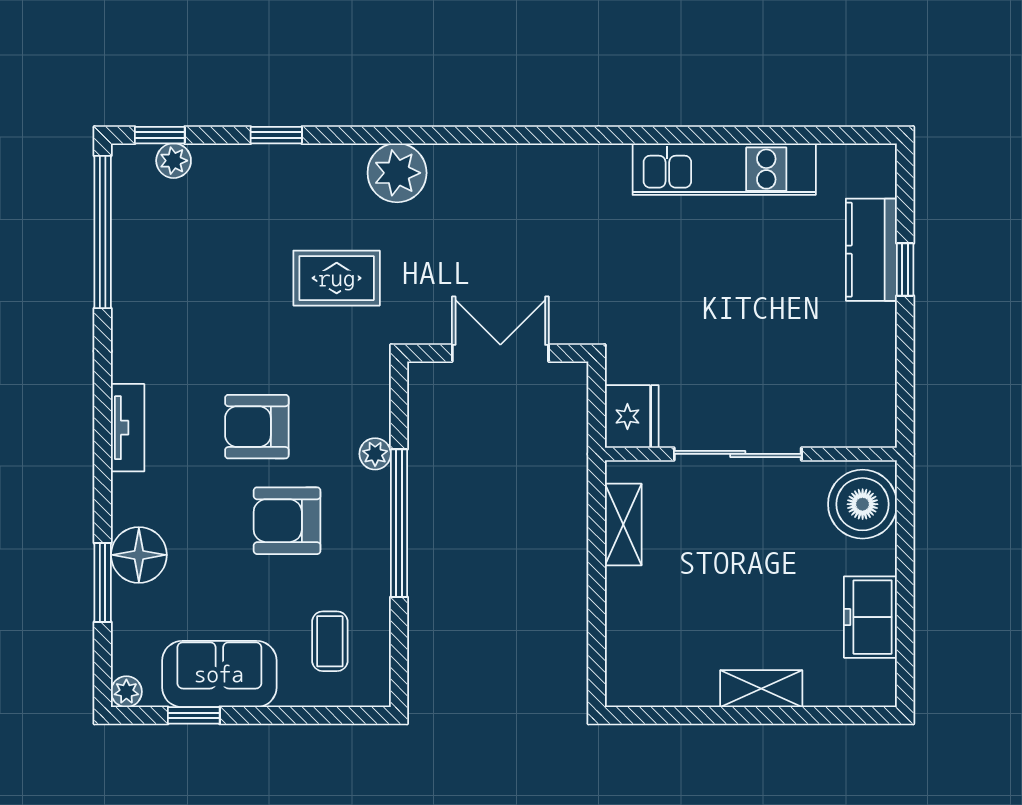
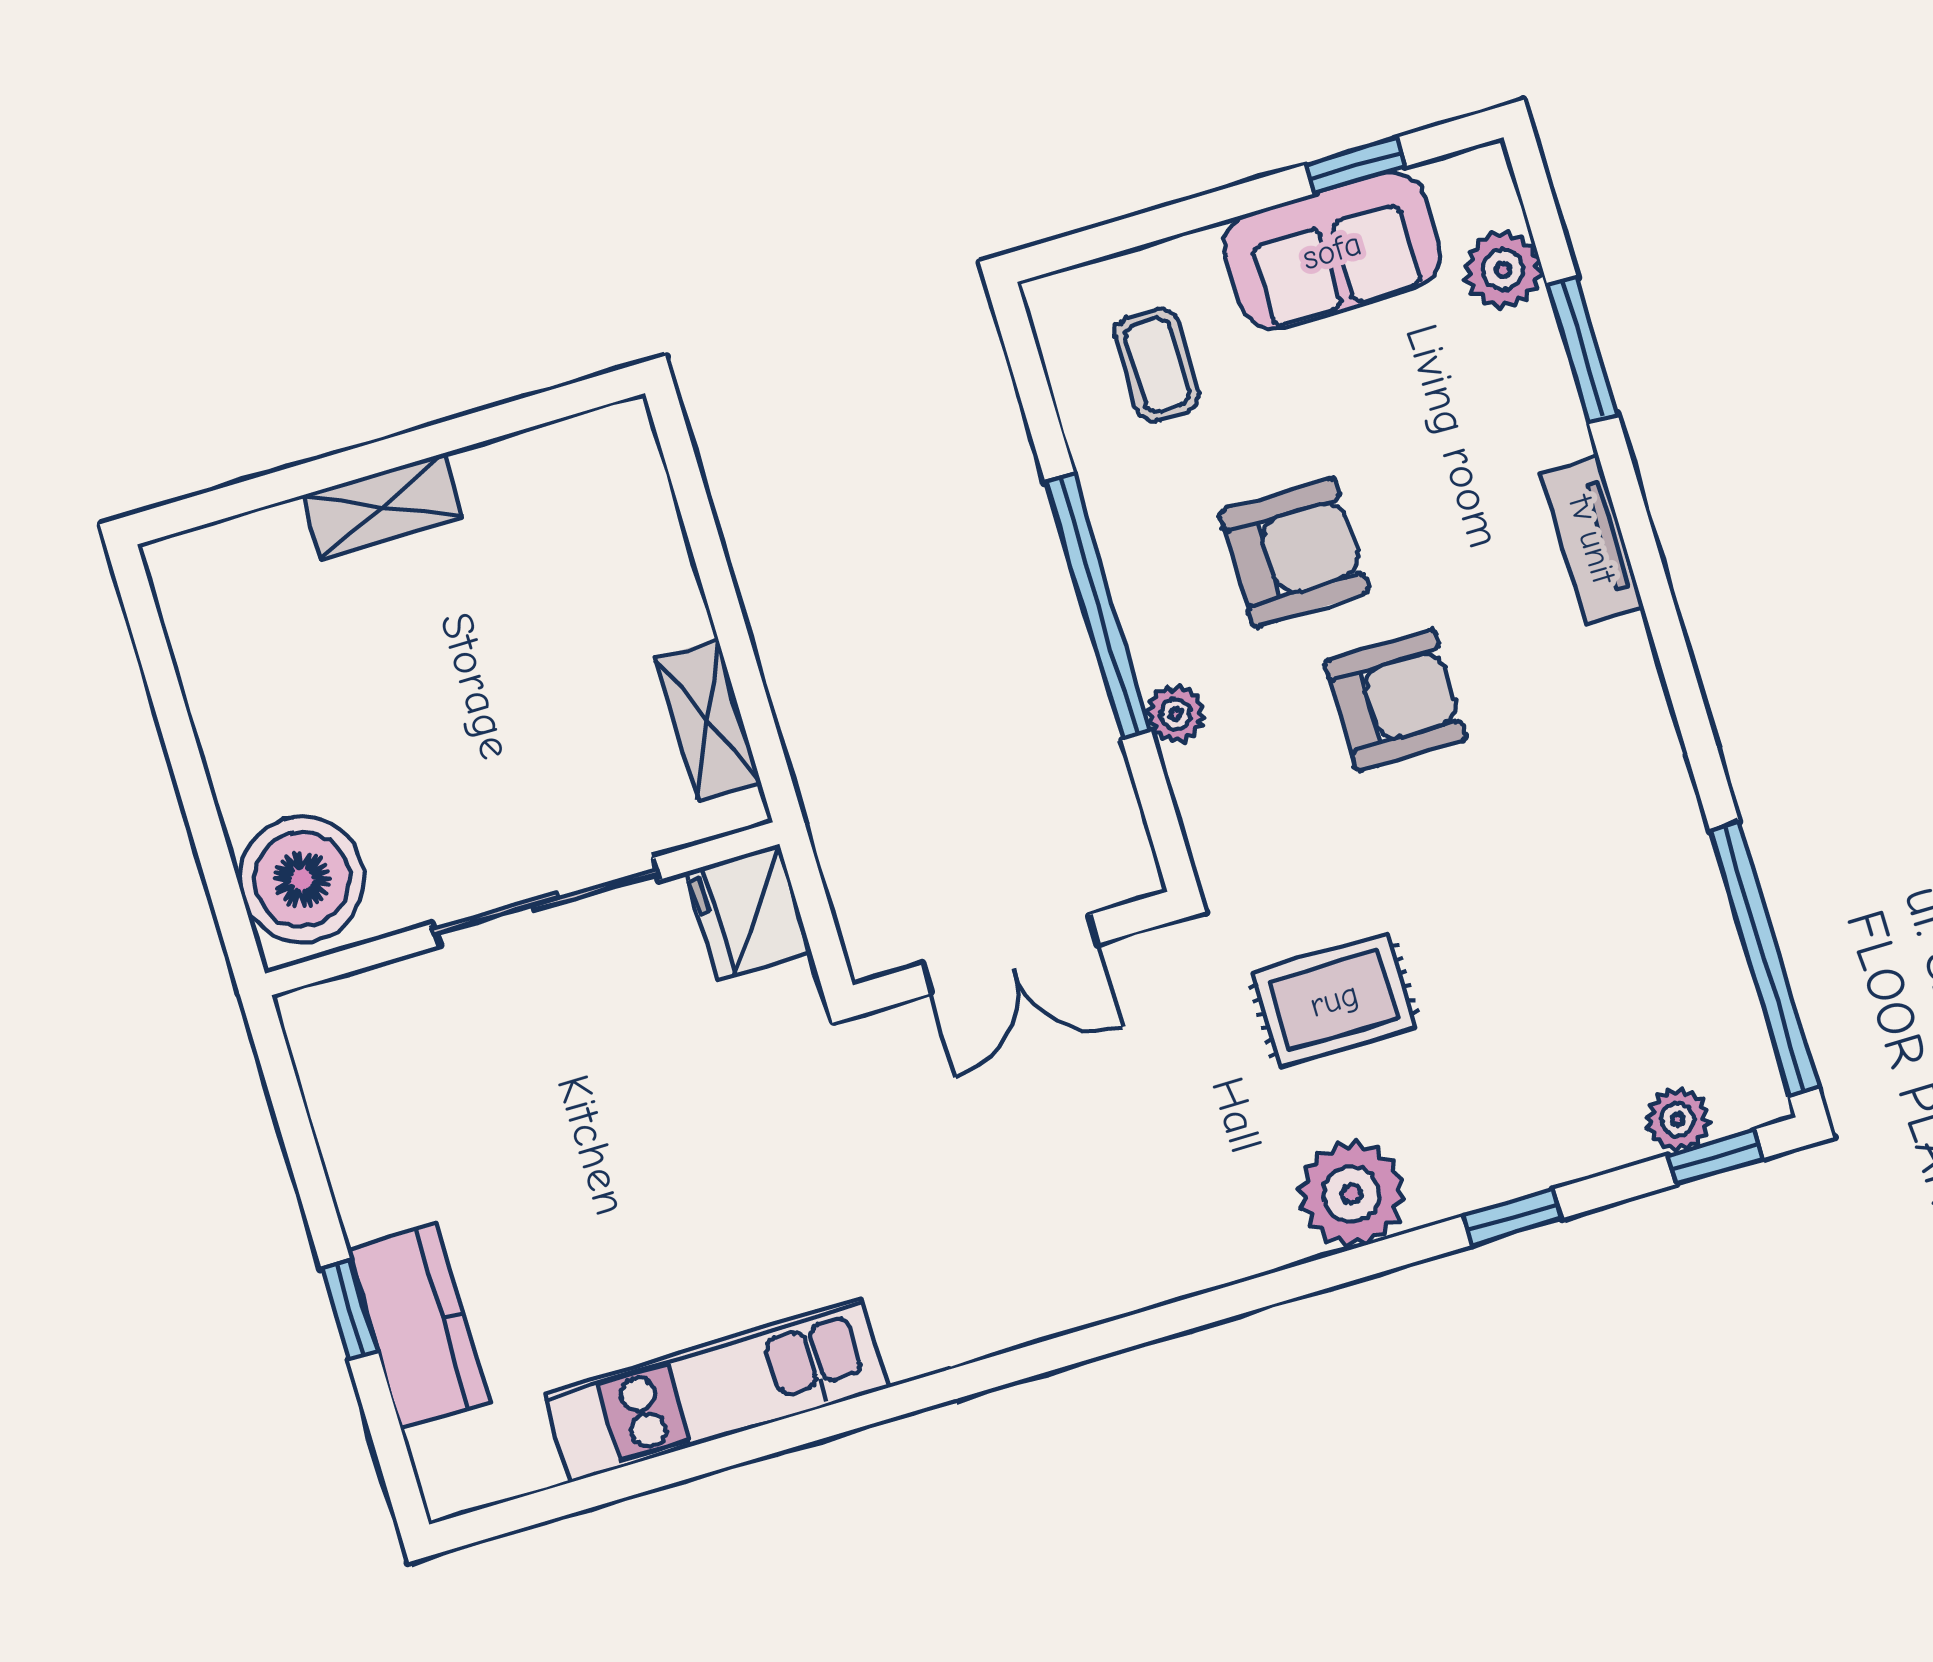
plant: (397, 173) -> (1351, 1194), moved
tv unit: (128, 428) -> (1592, 540), moved
floor lamp: (139, 555) -> (1534, 416), removed
freezer: (870, 617) -> (230, 687), removed
plant: (126, 692) -> (1503, 270), moved, width x1.38, depth x1.38

